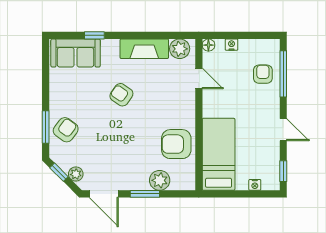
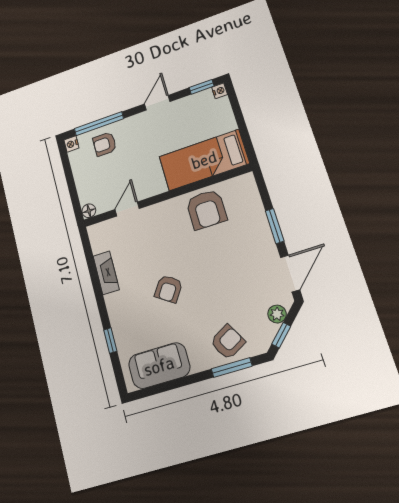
nightstand: (231, 45) -> (71, 144), moved
fireplace: (144, 49) -> (106, 273), width x0.73, depth x0.76
plant: (180, 49) -> (101, 240), removed
sofa: (76, 53) -> (159, 366), moved, turned -90
armchair: (66, 130) -> (228, 342), turned 115
plant: (160, 180) -> (253, 214), removed
nightstand: (255, 185) -> (220, 91), moved

